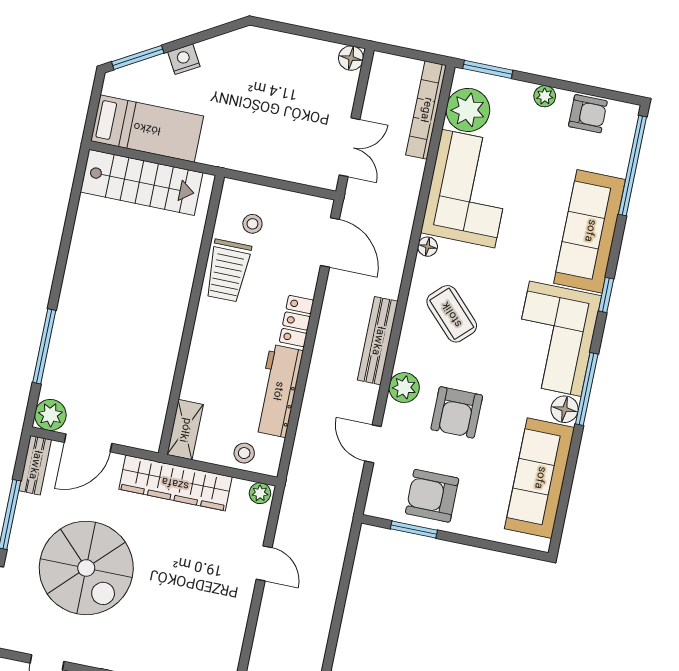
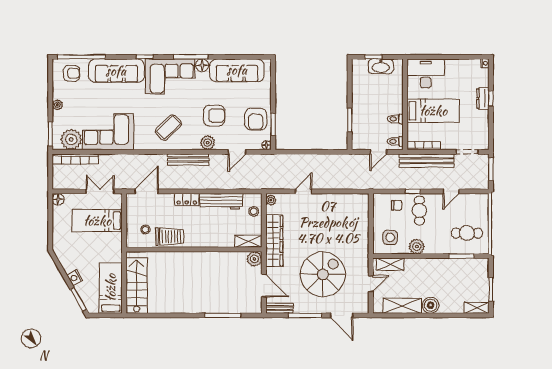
armchair: (588, 114) -> (72, 73), moved, turned 90
bed: (291, 129) -> (97, 221), added
floor lamp: (428, 247) -> (267, 145), moved
plant: (50, 415) -> (254, 259), moved

